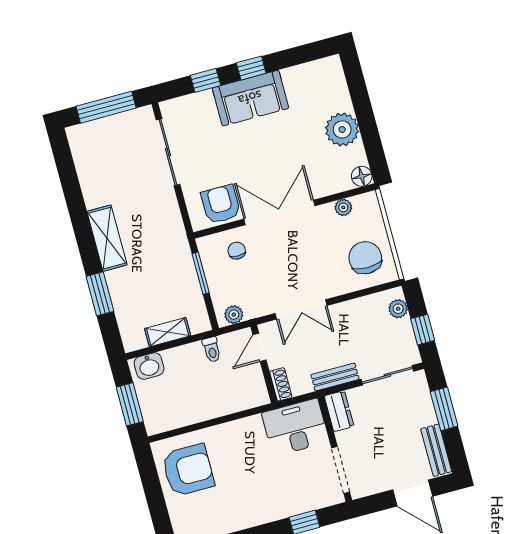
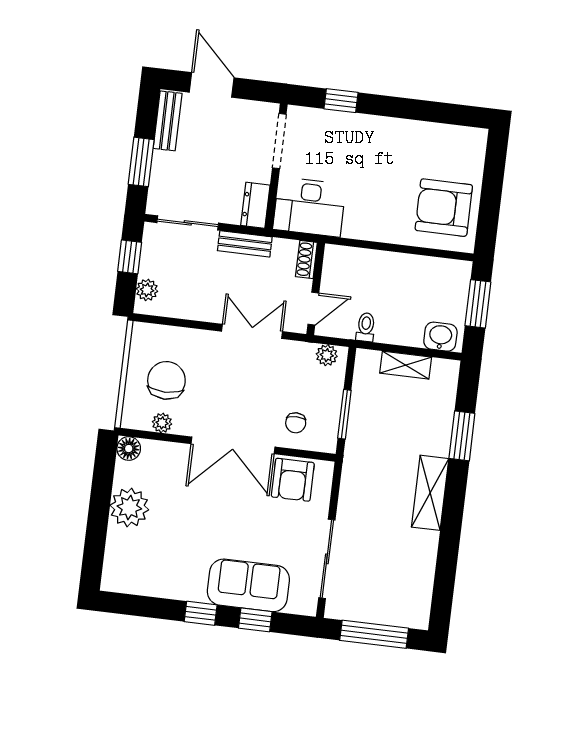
sofa: (250, 98) -> (248, 585), moved
chair: (365, 258) -> (166, 380), moved, turned 180

